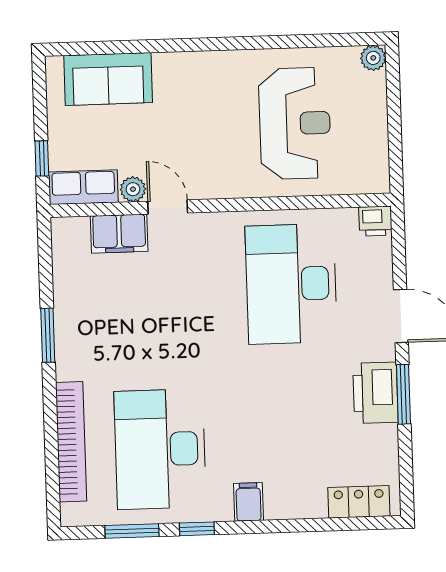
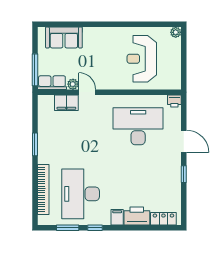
reception desk: (295, 123) -> (142, 59), turned 180
window: (42, 158) -> (35, 70), width x2.17
desk: (291, 284) -> (138, 126), turned 90
printer: (375, 393) -> (137, 216), moved, turned 90
window: (403, 394) -> (184, 174), width x0.67

